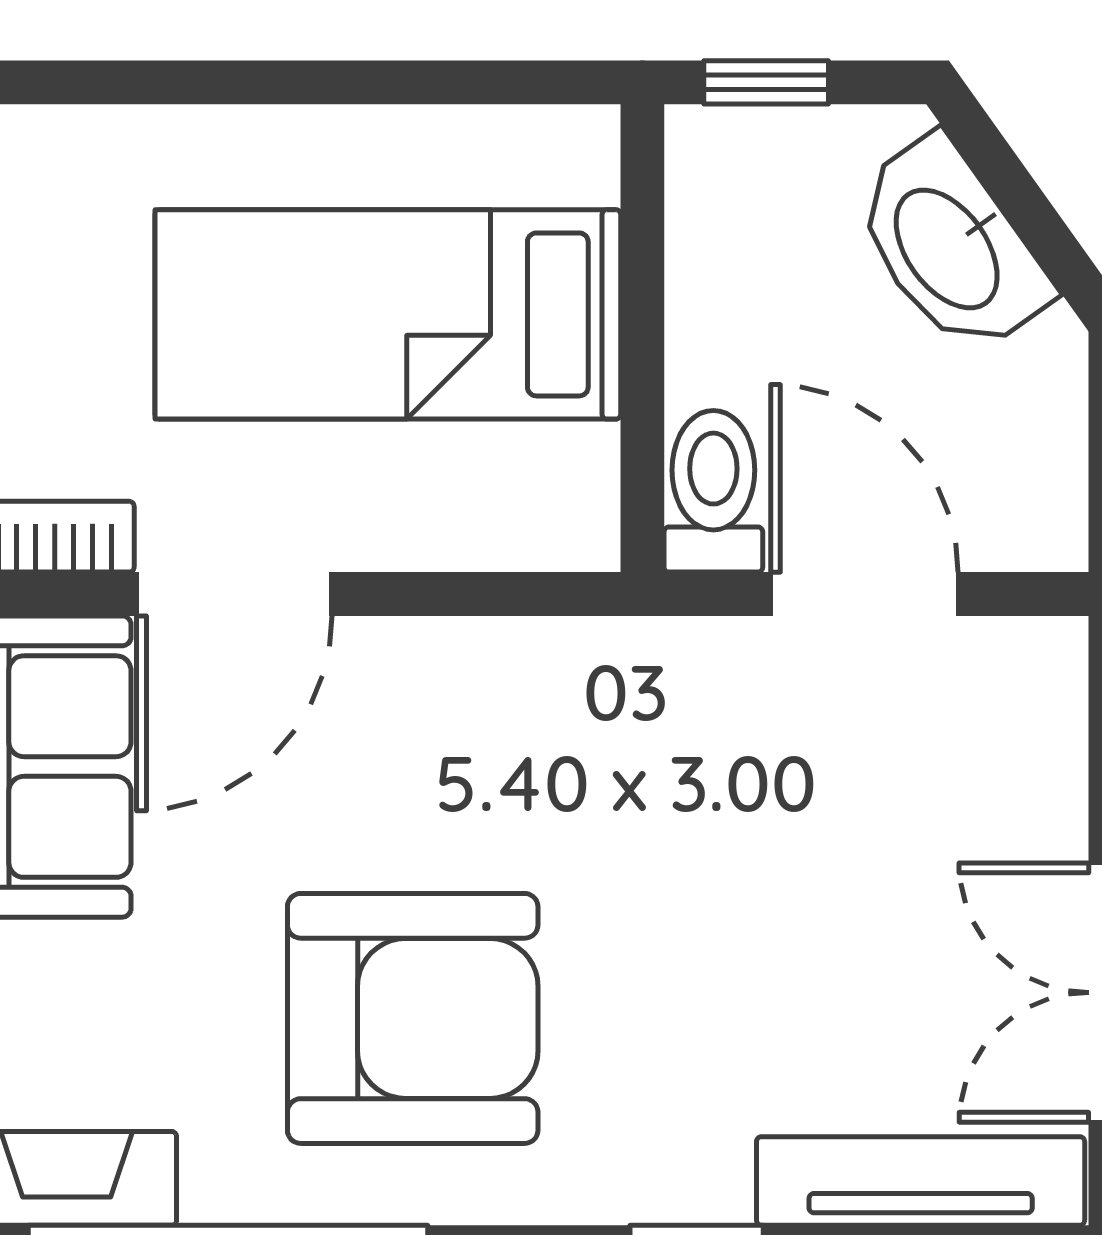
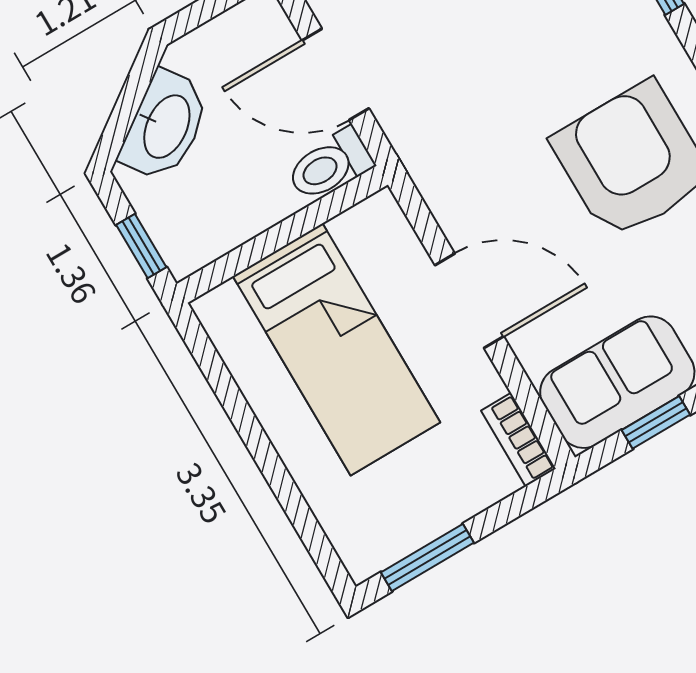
door: (234, 594) -> (469, 301), moved
door: (864, 594) -> (336, 74), hinge flipped

